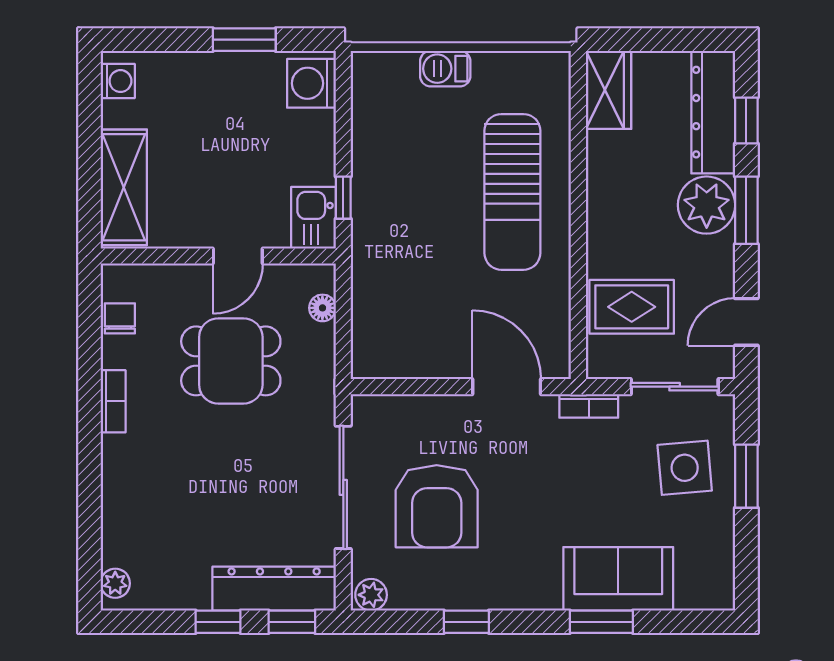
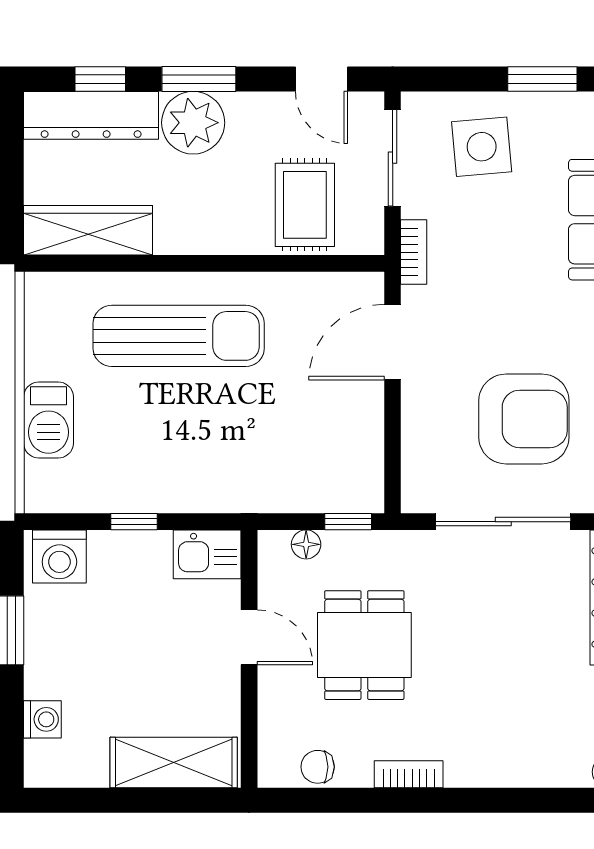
barbecue: (445, 69) -> (49, 420), width x1.38, depth x1.27
washing machine: (118, 81) -> (42, 719), moved, turned 90
wardrobe: (609, 90) -> (88, 230), width x1.50
window: (343, 198) -> (134, 522), moved
window: (343, 346) -> (348, 522), added
window: (746, 476) -> (542, 79), moved

